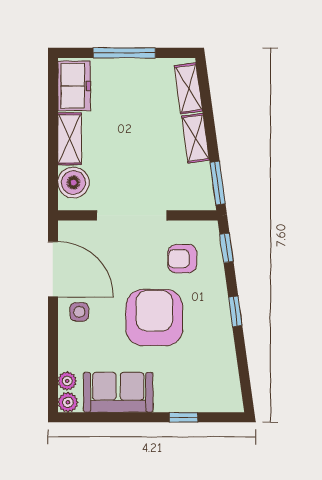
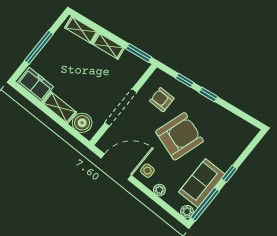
window: (227, 248) -> (185, 80), moved
armchair: (182, 259) -> (162, 100), turned 90
armchair: (154, 318) -> (180, 136), turned 108
plant: (67, 381) -> (159, 190), moved
window: (95, 417) -> (205, 204), added
window: (183, 417) -> (229, 174), moved

